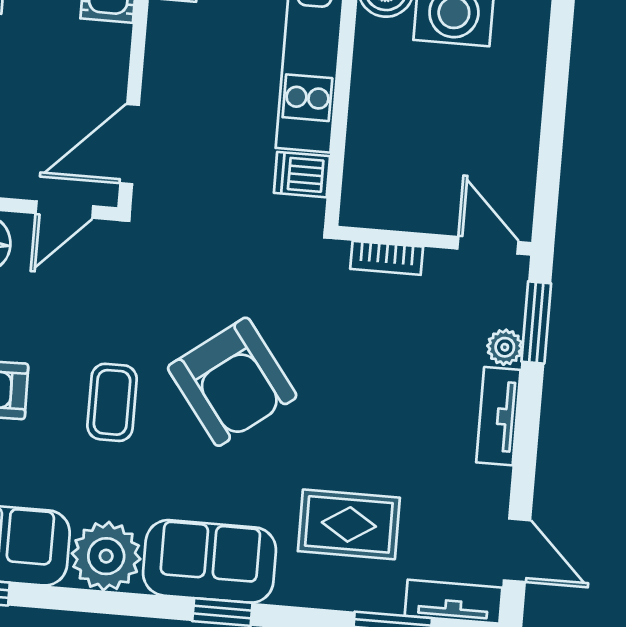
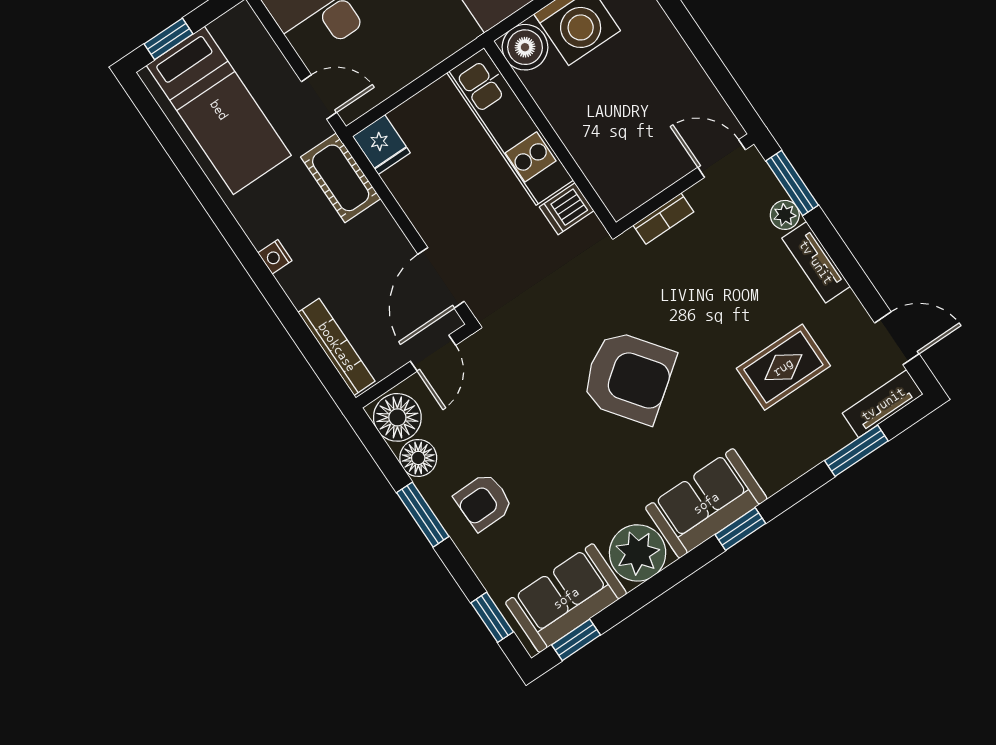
coffee table: (112, 402) -> (562, 452), removed
rug: (349, 524) -> (783, 367), moved

